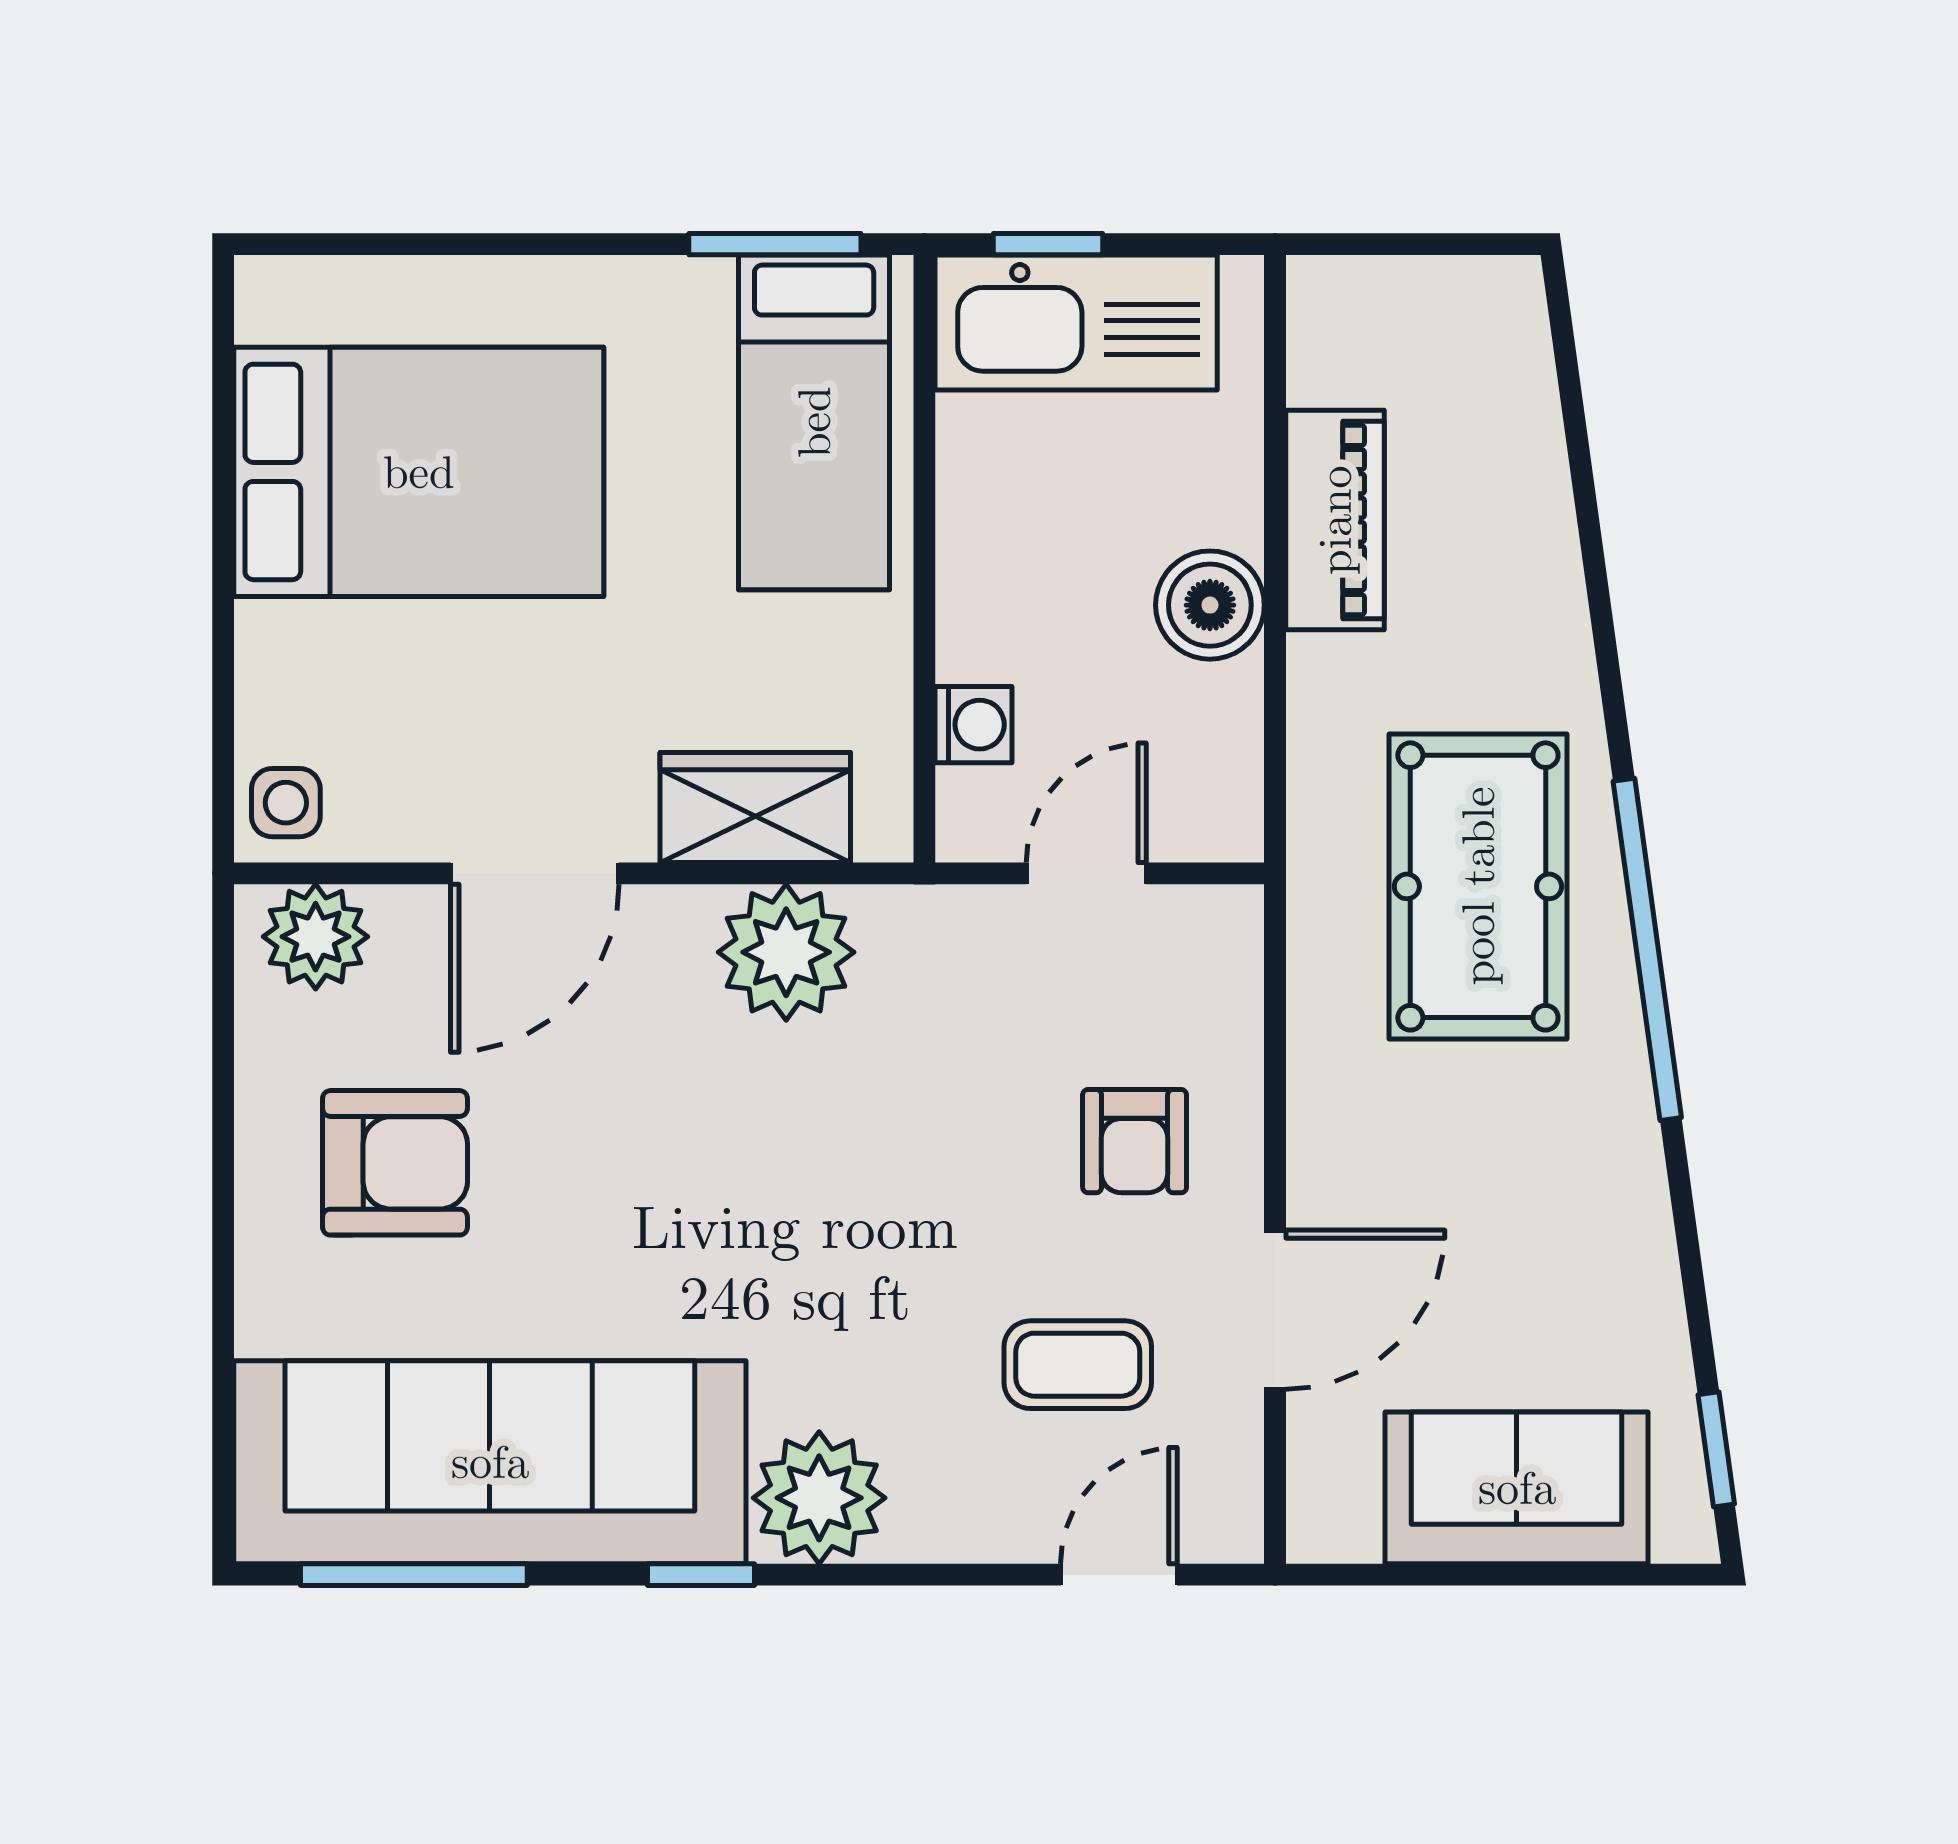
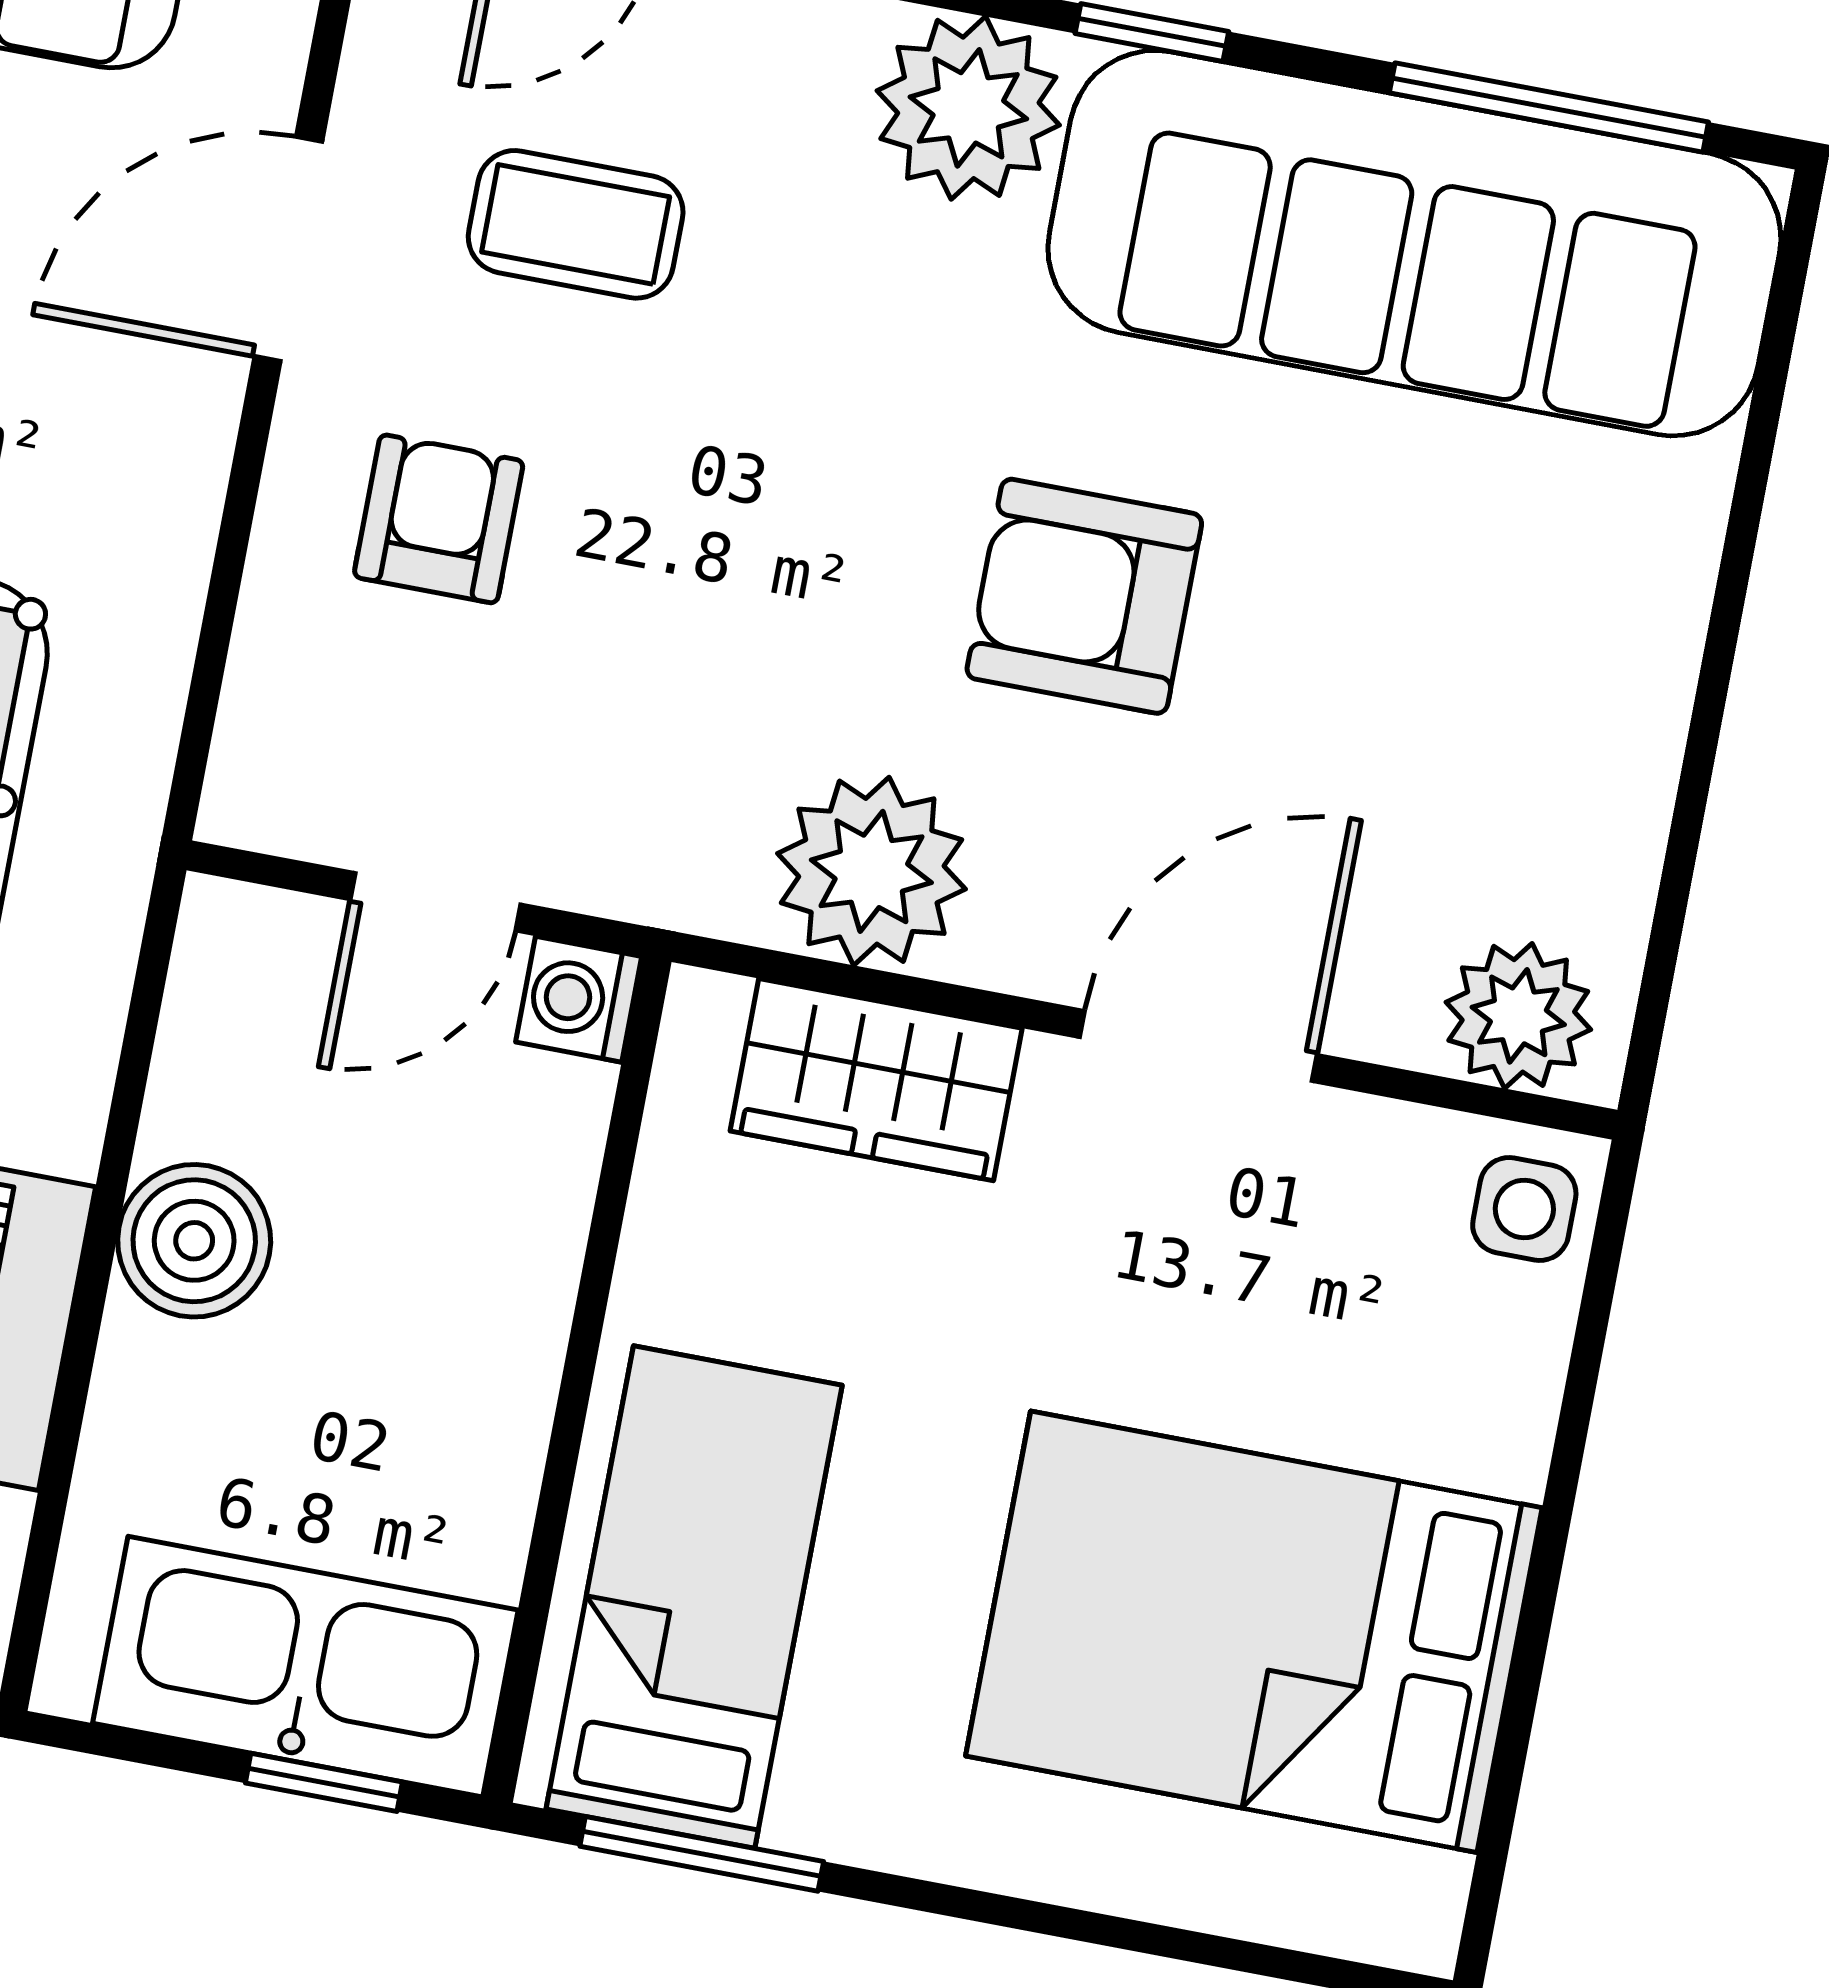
washing machine: (974, 725) -> (579, 999), moved
armchair: (395, 1163) -> (1084, 596), moved

